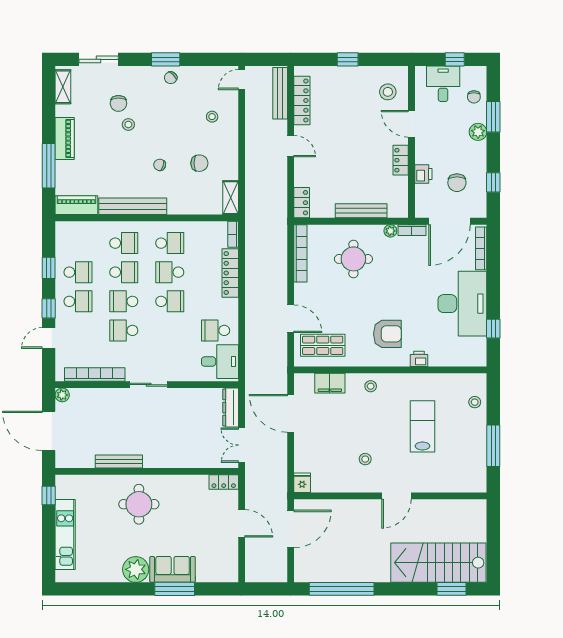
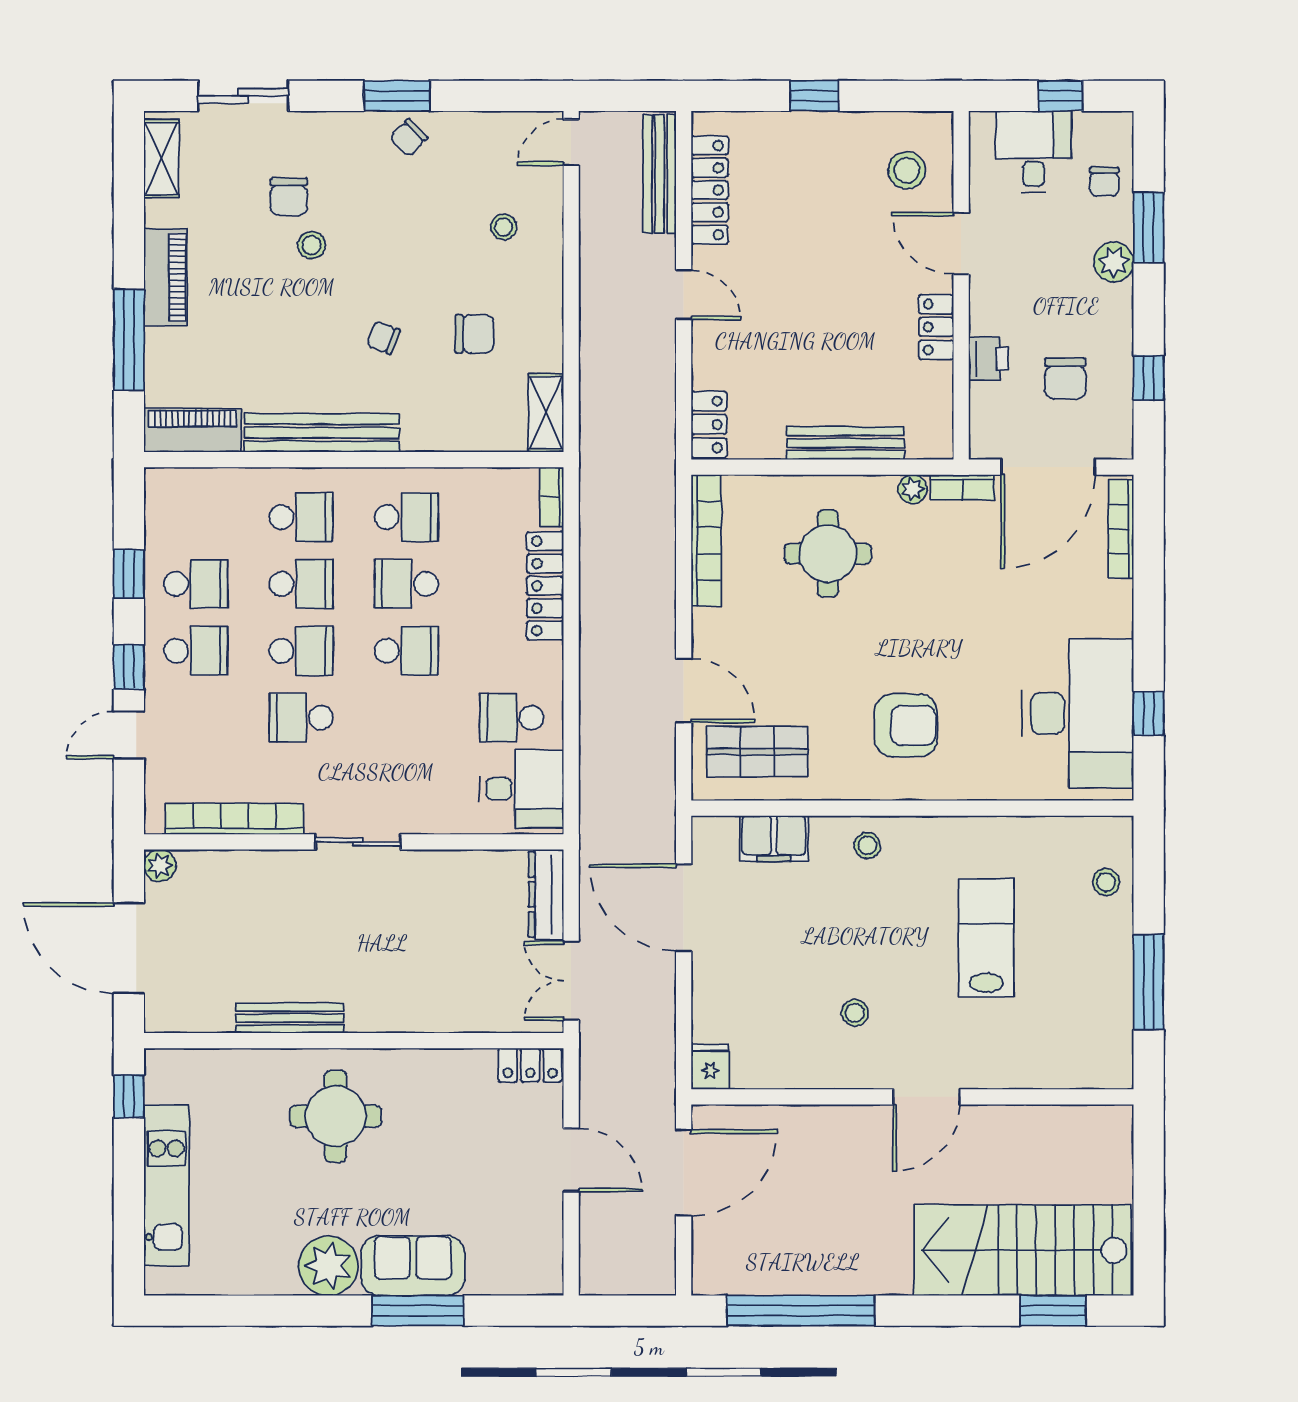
school desk: (124, 301) -> (301, 651), turned 180
desk: (462, 304) -> (1078, 713), moved
printer: (419, 359) -> (978, 783), removed

